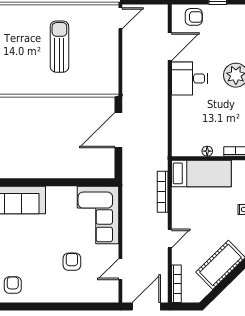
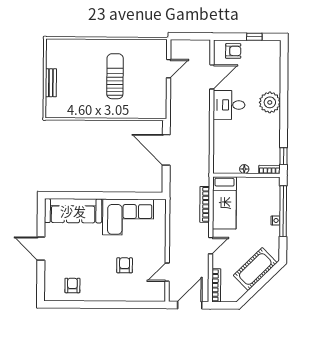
door: (120, 18) -> (169, 69), moved
door: (118, 130) -> (166, 150), hinge flipped
bed: (201, 173) -> (224, 203), moved, turned 90
corner sofa: (98, 215) -> (128, 217), moved, turned -90

